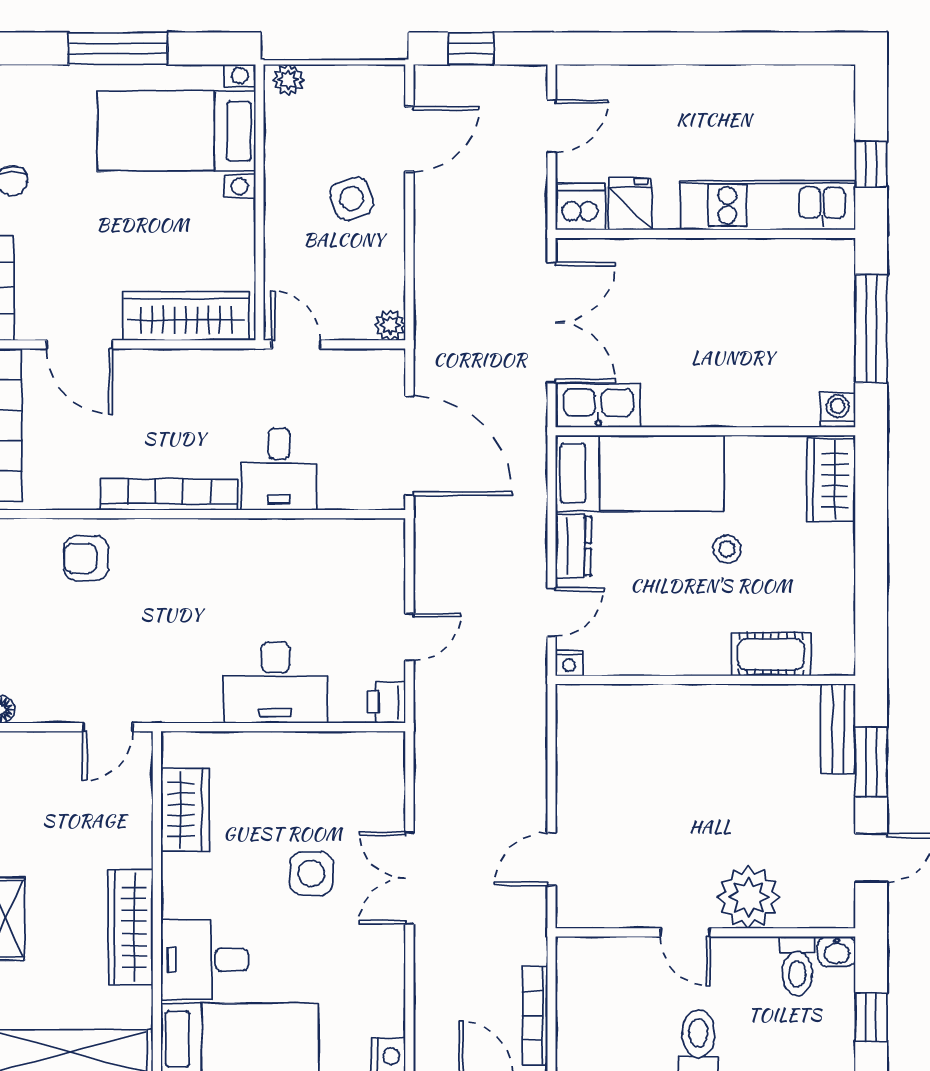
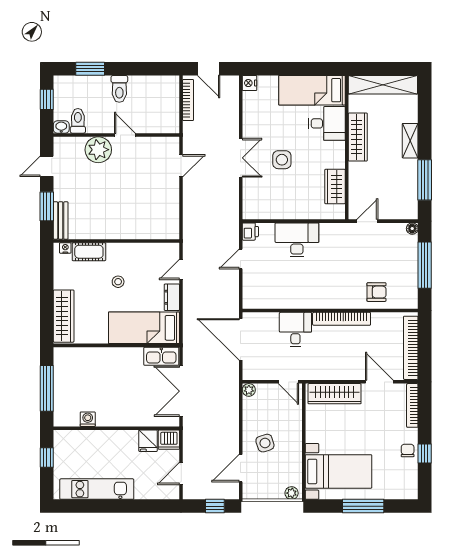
kitchen unit: (768, 205) -> (97, 489), moved, turned 180
washing machine: (838, 410) -> (88, 419), moved, turned 180
wardrobe: (831, 480) -> (64, 316), width x1.50
stool: (727, 549) -> (118, 282), moved
nightstand: (569, 663) -> (65, 248), moved

